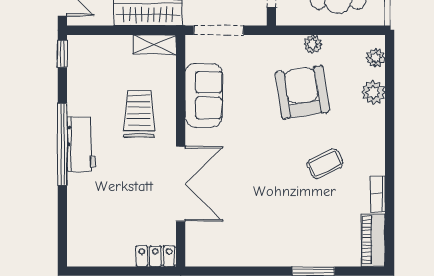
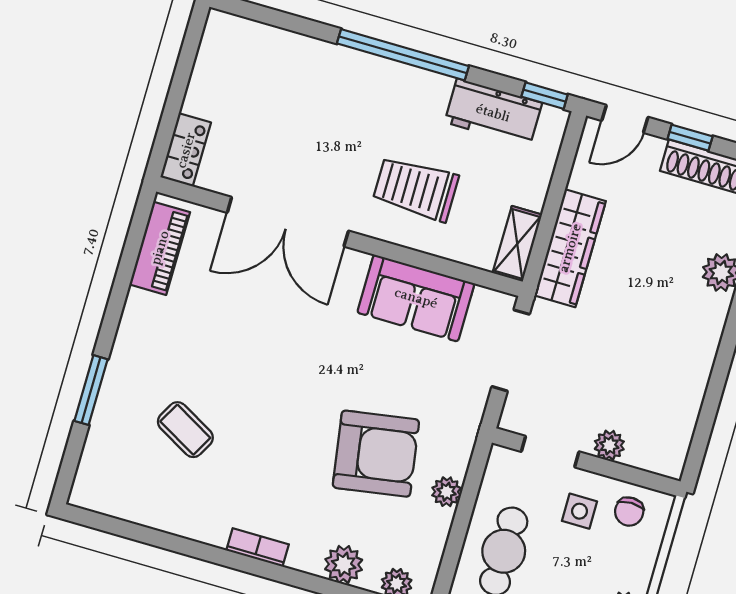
trolley: (139, 114) -> (416, 189), turned 180
workbench: (81, 144) -> (493, 113), moved
coffee table: (325, 164) -> (185, 430), moved, turned -35
bookcase: (378, 194) -> (258, 547), moved
piano: (373, 240) -> (160, 248), moved, turned 90

